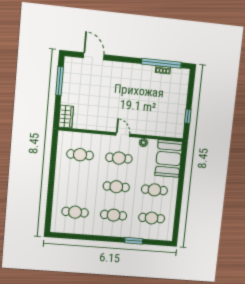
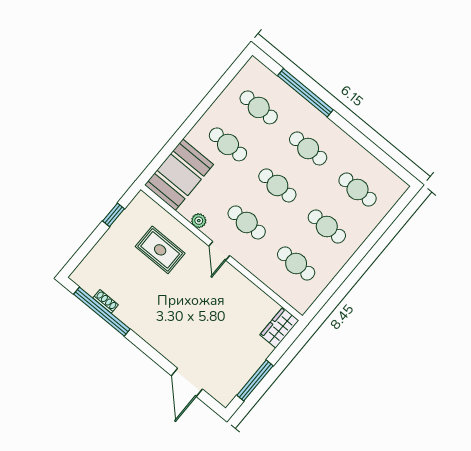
rug: (153, 115) -> (160, 250), added
cafe table: (78, 184) -> (327, 226), added
window: (134, 241) -> (305, 93), width x2.11

